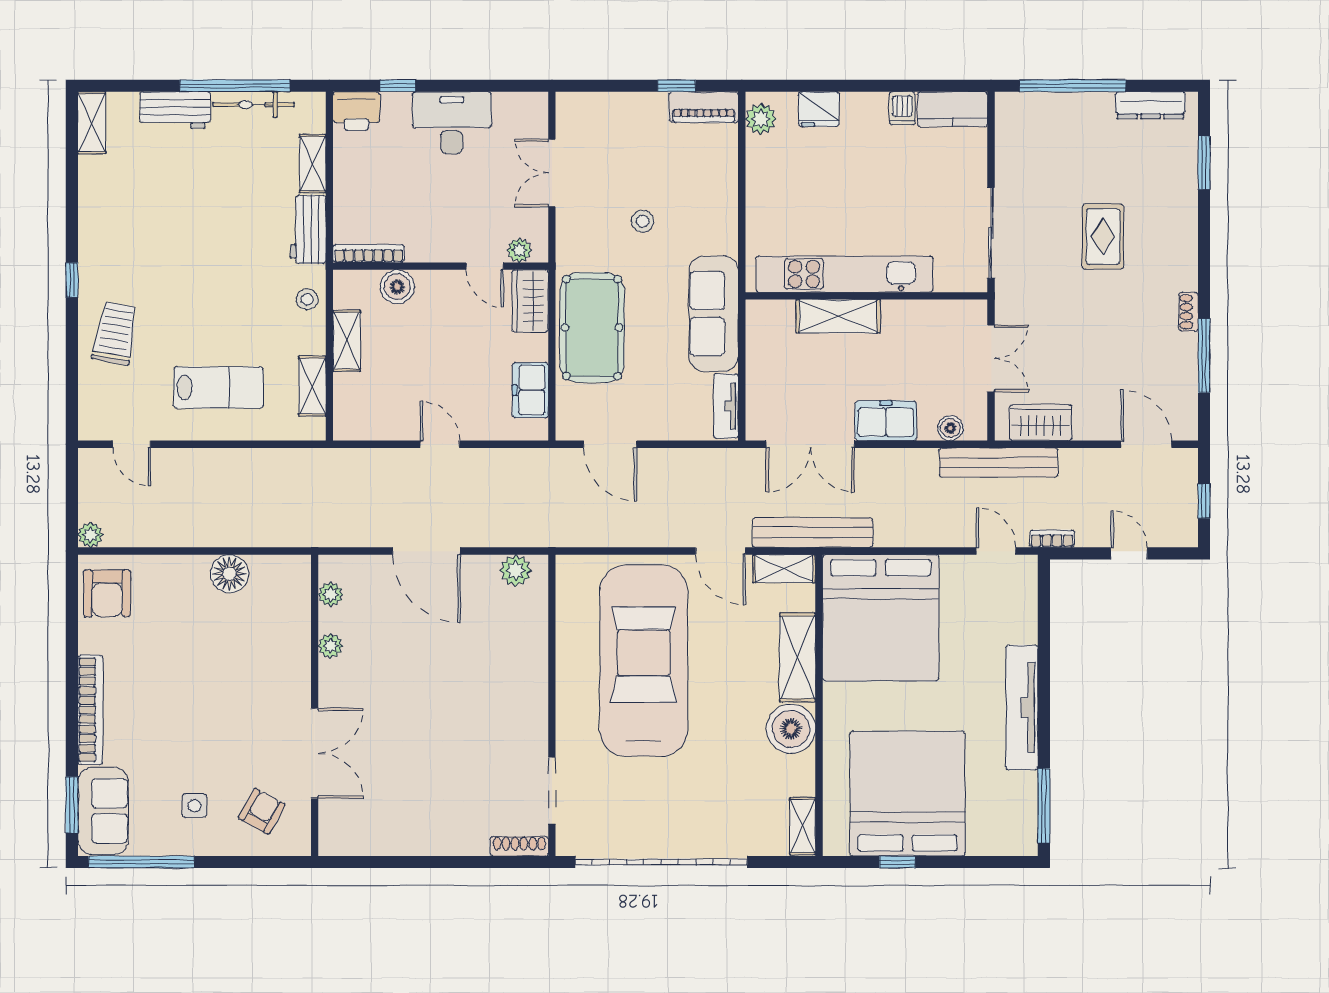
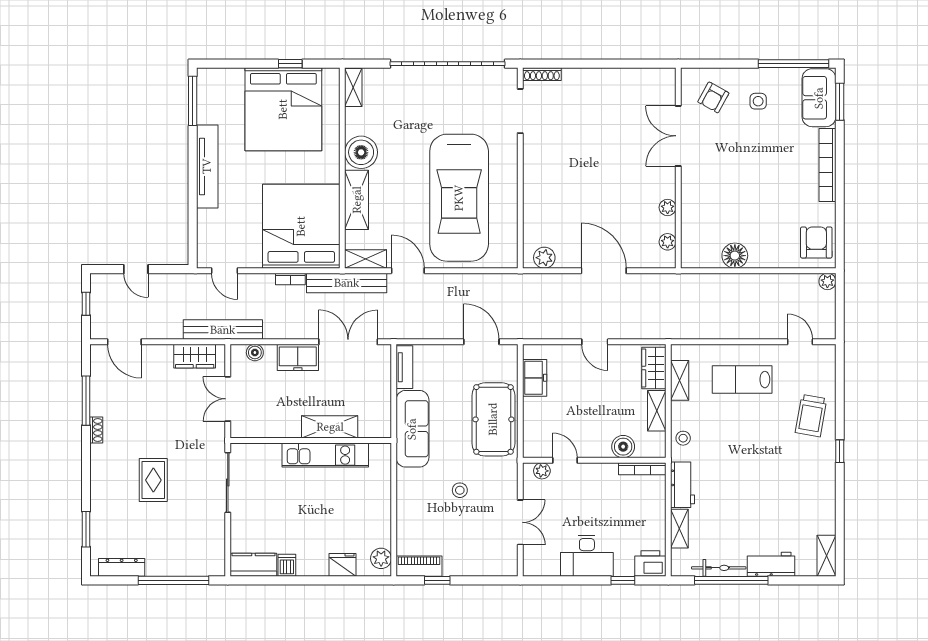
kitchen unit: (845, 274) -> (325, 455), width x0.73
wardrobe: (530, 301) -> (654, 368), moved, turned 180
bookcase: (1052, 539) -> (290, 279), moved

